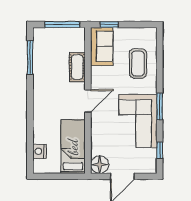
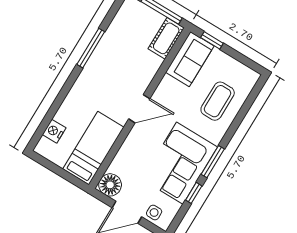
window: (30, 57) -> (91, 48), moved
cot: (77, 67) -> (166, 38), moved
window: (160, 150) -> (194, 193), moved
side table: (141, 165) -> (154, 212), added

